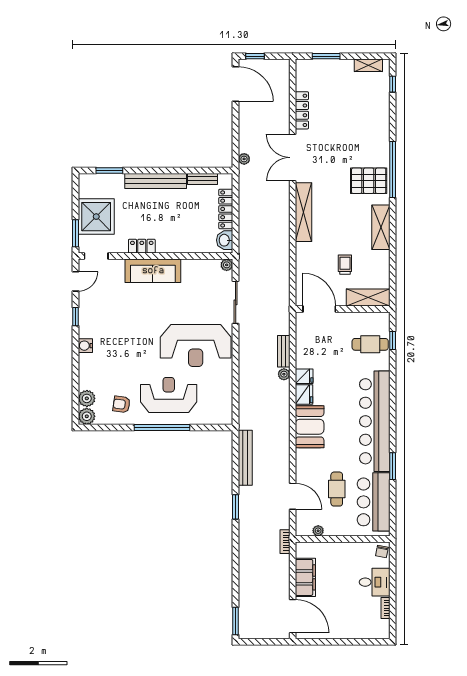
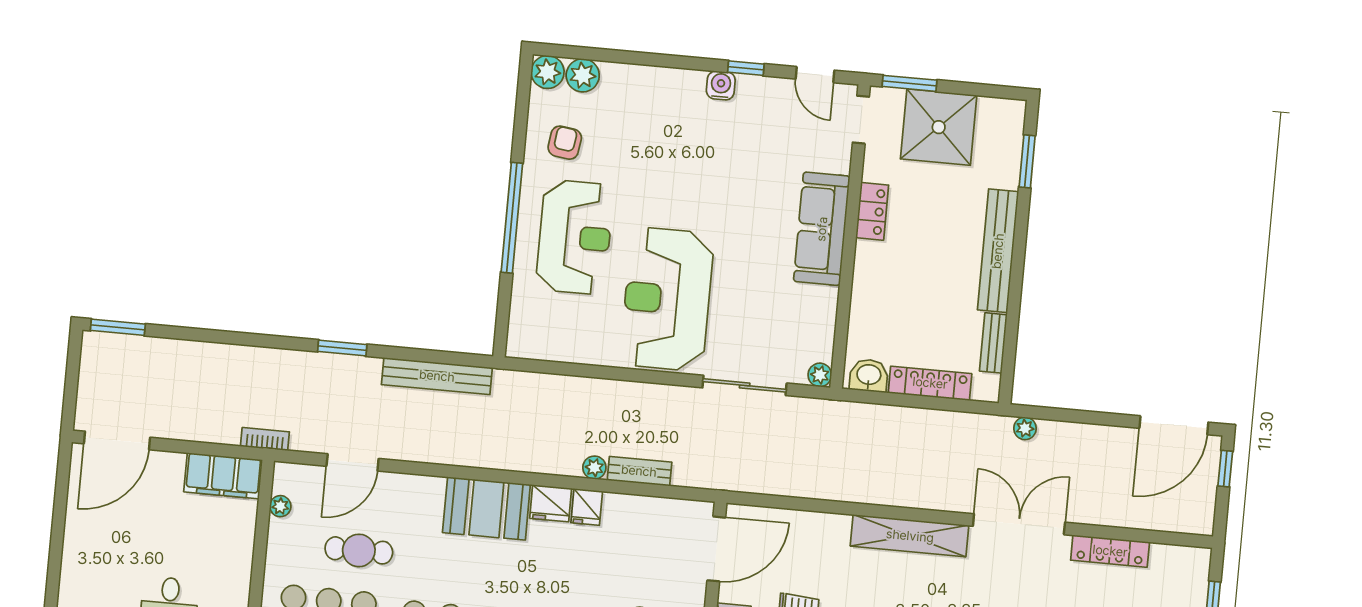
water cooler: (85, 346) -> (721, 85), moved
filing cabinet: (305, 577) -> (223, 476), moved

